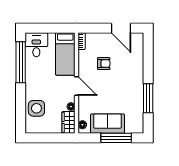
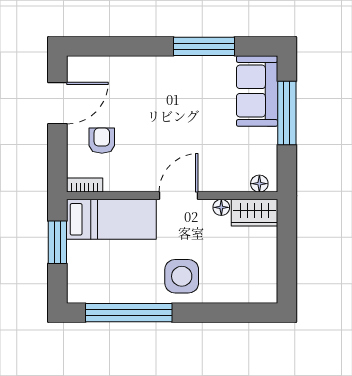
window: (54, 28) -> (57, 242), added
desk: (36, 45) -> (92, 280), removed
armchair: (104, 64) -> (102, 141), moved
side table: (36, 108) -> (182, 276), moved
sofa: (107, 124) -> (257, 91), moved

